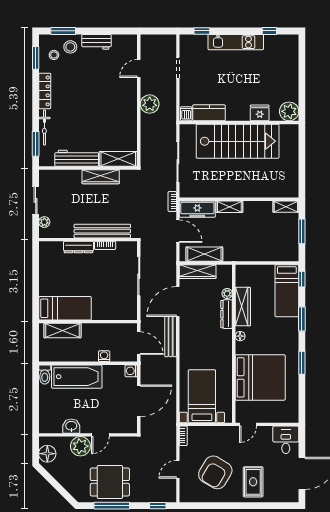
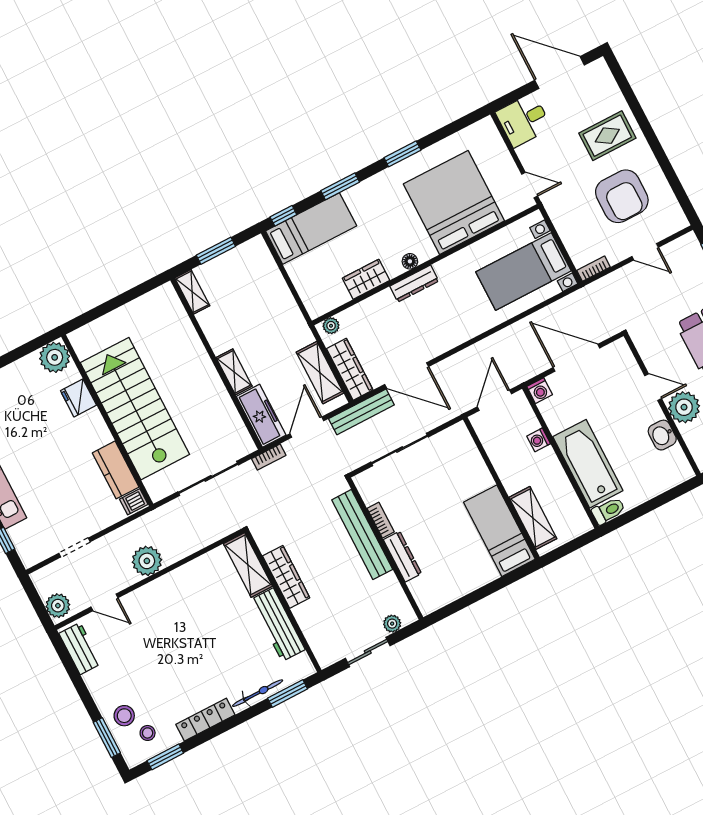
workbench: (96, 42) -> (80, 649), moved
plant: (150, 42) -> (58, 606), added
plant: (227, 294) -> (331, 326), moved
wardrobe: (243, 307) -> (366, 279), width x0.67
dresser: (227, 314) -> (414, 284), moved
bench: (171, 337) -> (361, 412), moved
armchair: (215, 472) -> (622, 196), turned 59

